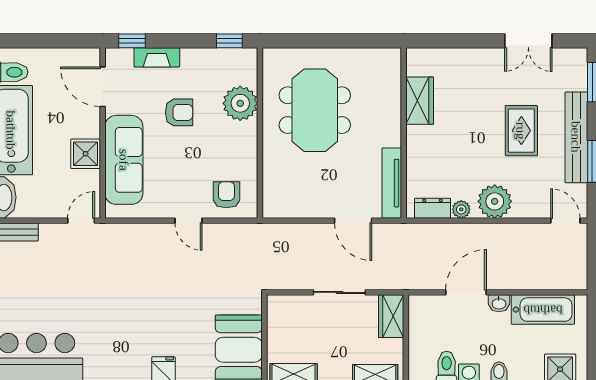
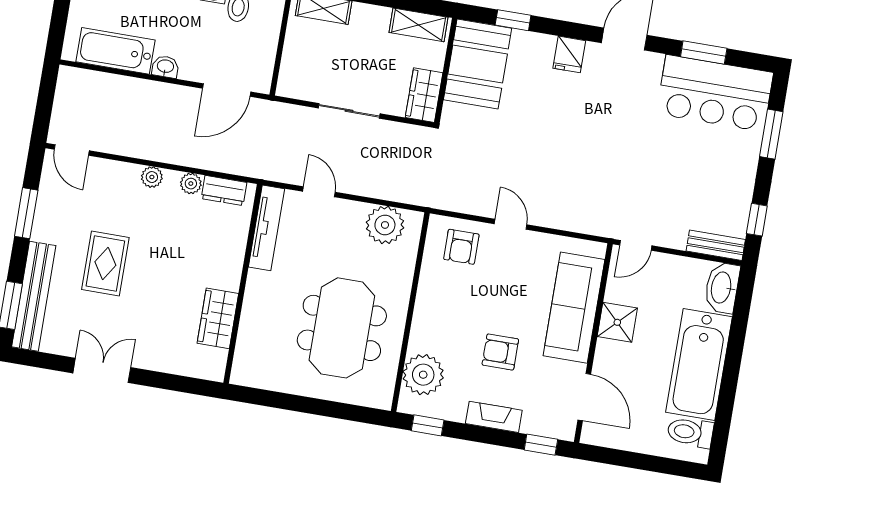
double door: (528, 41) -> (102, 370), moved
fireplace: (157, 57) -> (494, 417), moved
plant: (240, 103) -> (423, 375), moved
bench: (576, 137) -> (34, 296), moved
plant: (495, 201) -> (152, 177), width x0.53, depth x0.53
plant: (293, 202) -> (385, 225), added
door: (353, 221) -> (319, 192), width x0.73
door: (466, 292) -> (227, 90), moved
wardrobe: (391, 316) -> (424, 95), moved, turned 180

